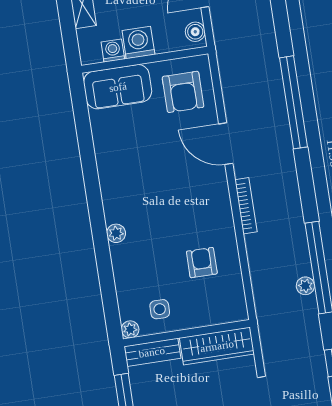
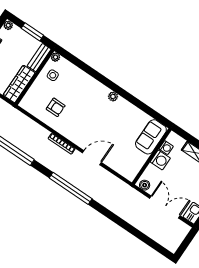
armchair: (183, 92) -> (126, 160), removed
window: (293, 102) -> (71, 188), moved
plant: (116, 233) -> (113, 97), moved
plant: (305, 286) -> (11, 138), removed

